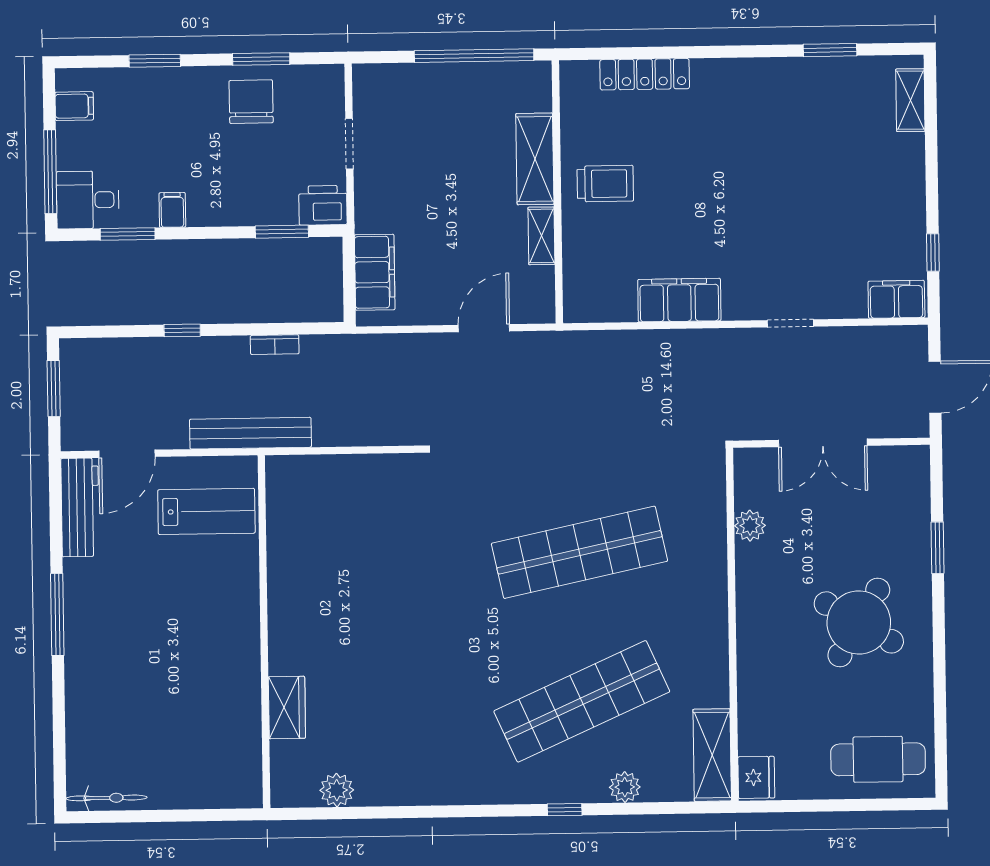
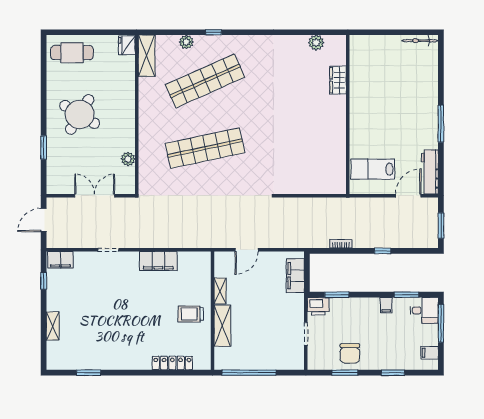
shelving: (910, 100) -> (53, 326), moved
bench: (250, 433) -> (353, 204), removed

